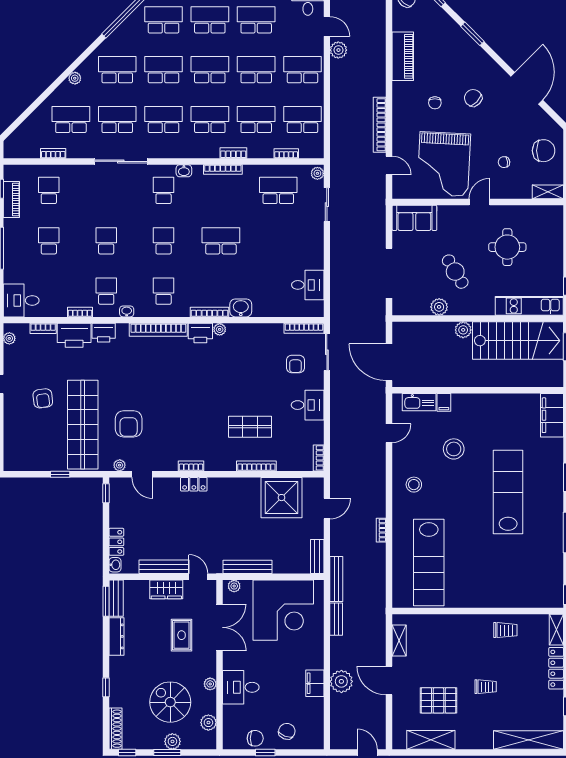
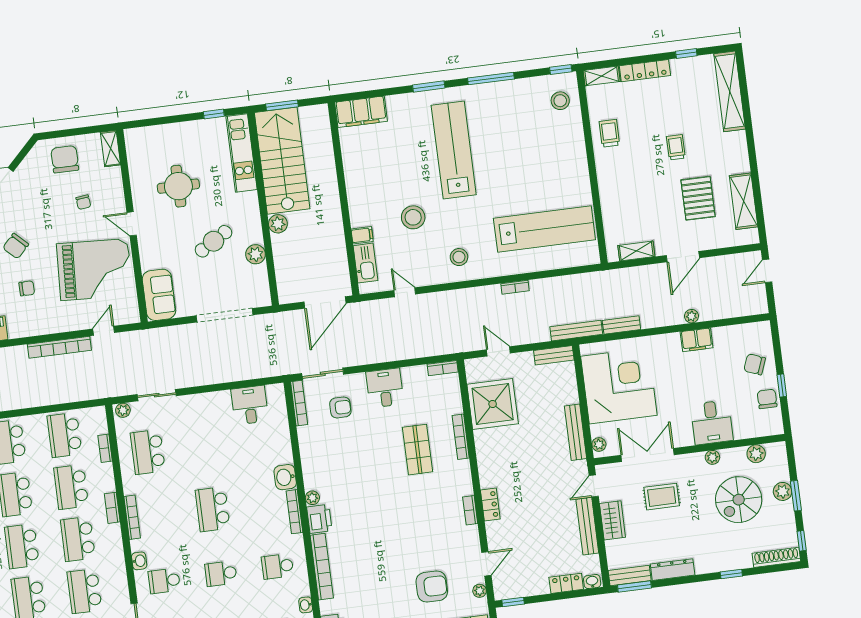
lab bench: (508, 492) -> (454, 150), turned 90
stool: (539, 591) -> (560, 101), added
plant: (341, 681) -> (691, 316), width x0.53, depth x0.53

